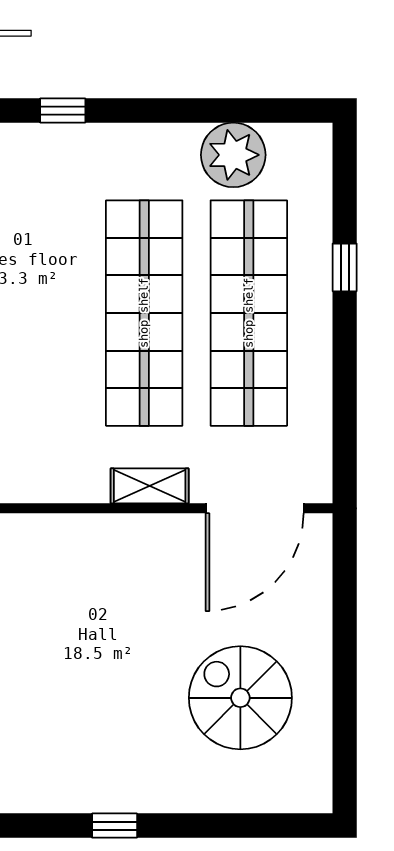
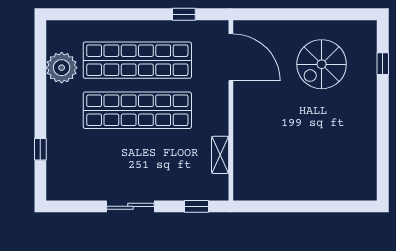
window: (345, 267) -> (184, 14), moved
shelving: (150, 486) -> (220, 155), moved
window: (115, 826) -> (383, 64), moved

